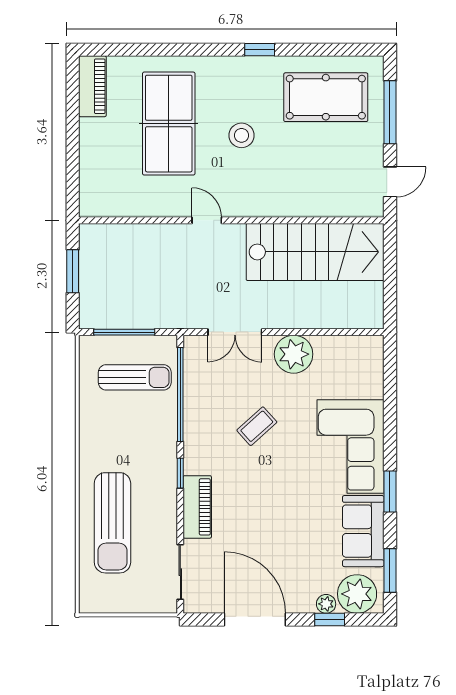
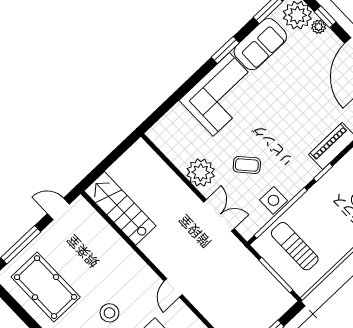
stairs: (315, 252) -> (120, 208), width x0.73, depth x0.66
side table: (199, 399) -> (273, 200), added
coffee table: (257, 426) -> (247, 165), moved

